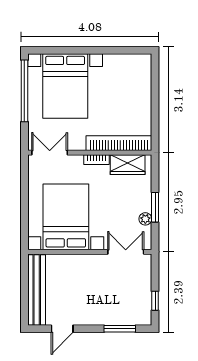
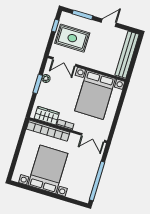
bed with nightstands: (65, 86) -> (48, 169), moved
rug: (125, 290) -> (72, 38), added
door: (62, 329) -> (109, 23), moved

